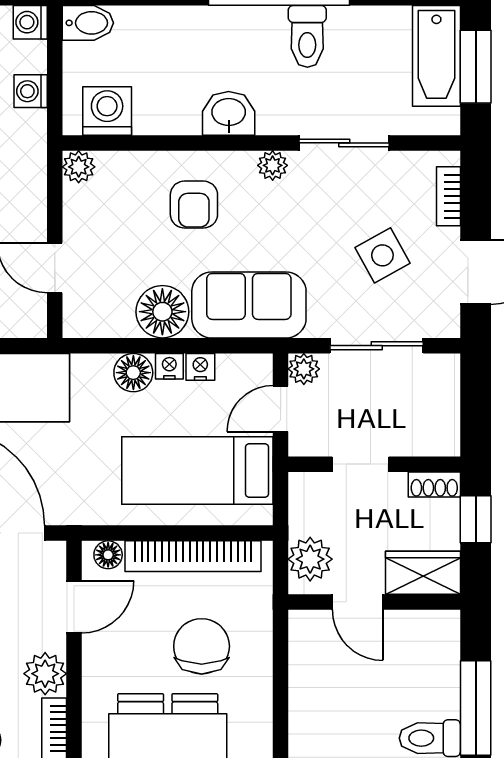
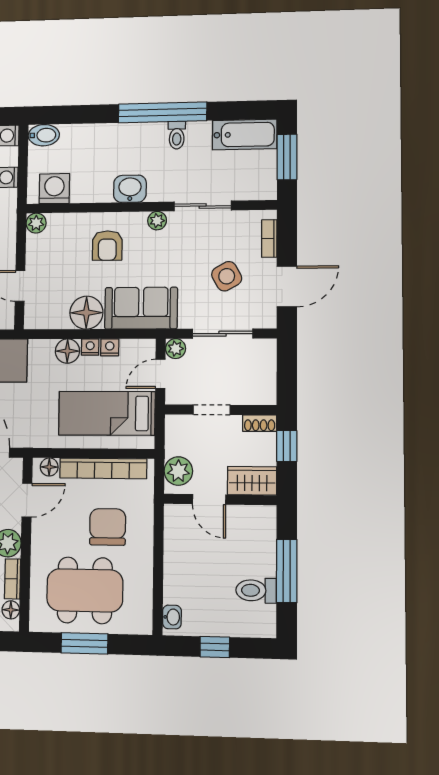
toilet: (307, 36) -> (177, 135), width x0.73, depth x0.72
bathtub: (436, 56) -> (245, 135), moved, turned -90

